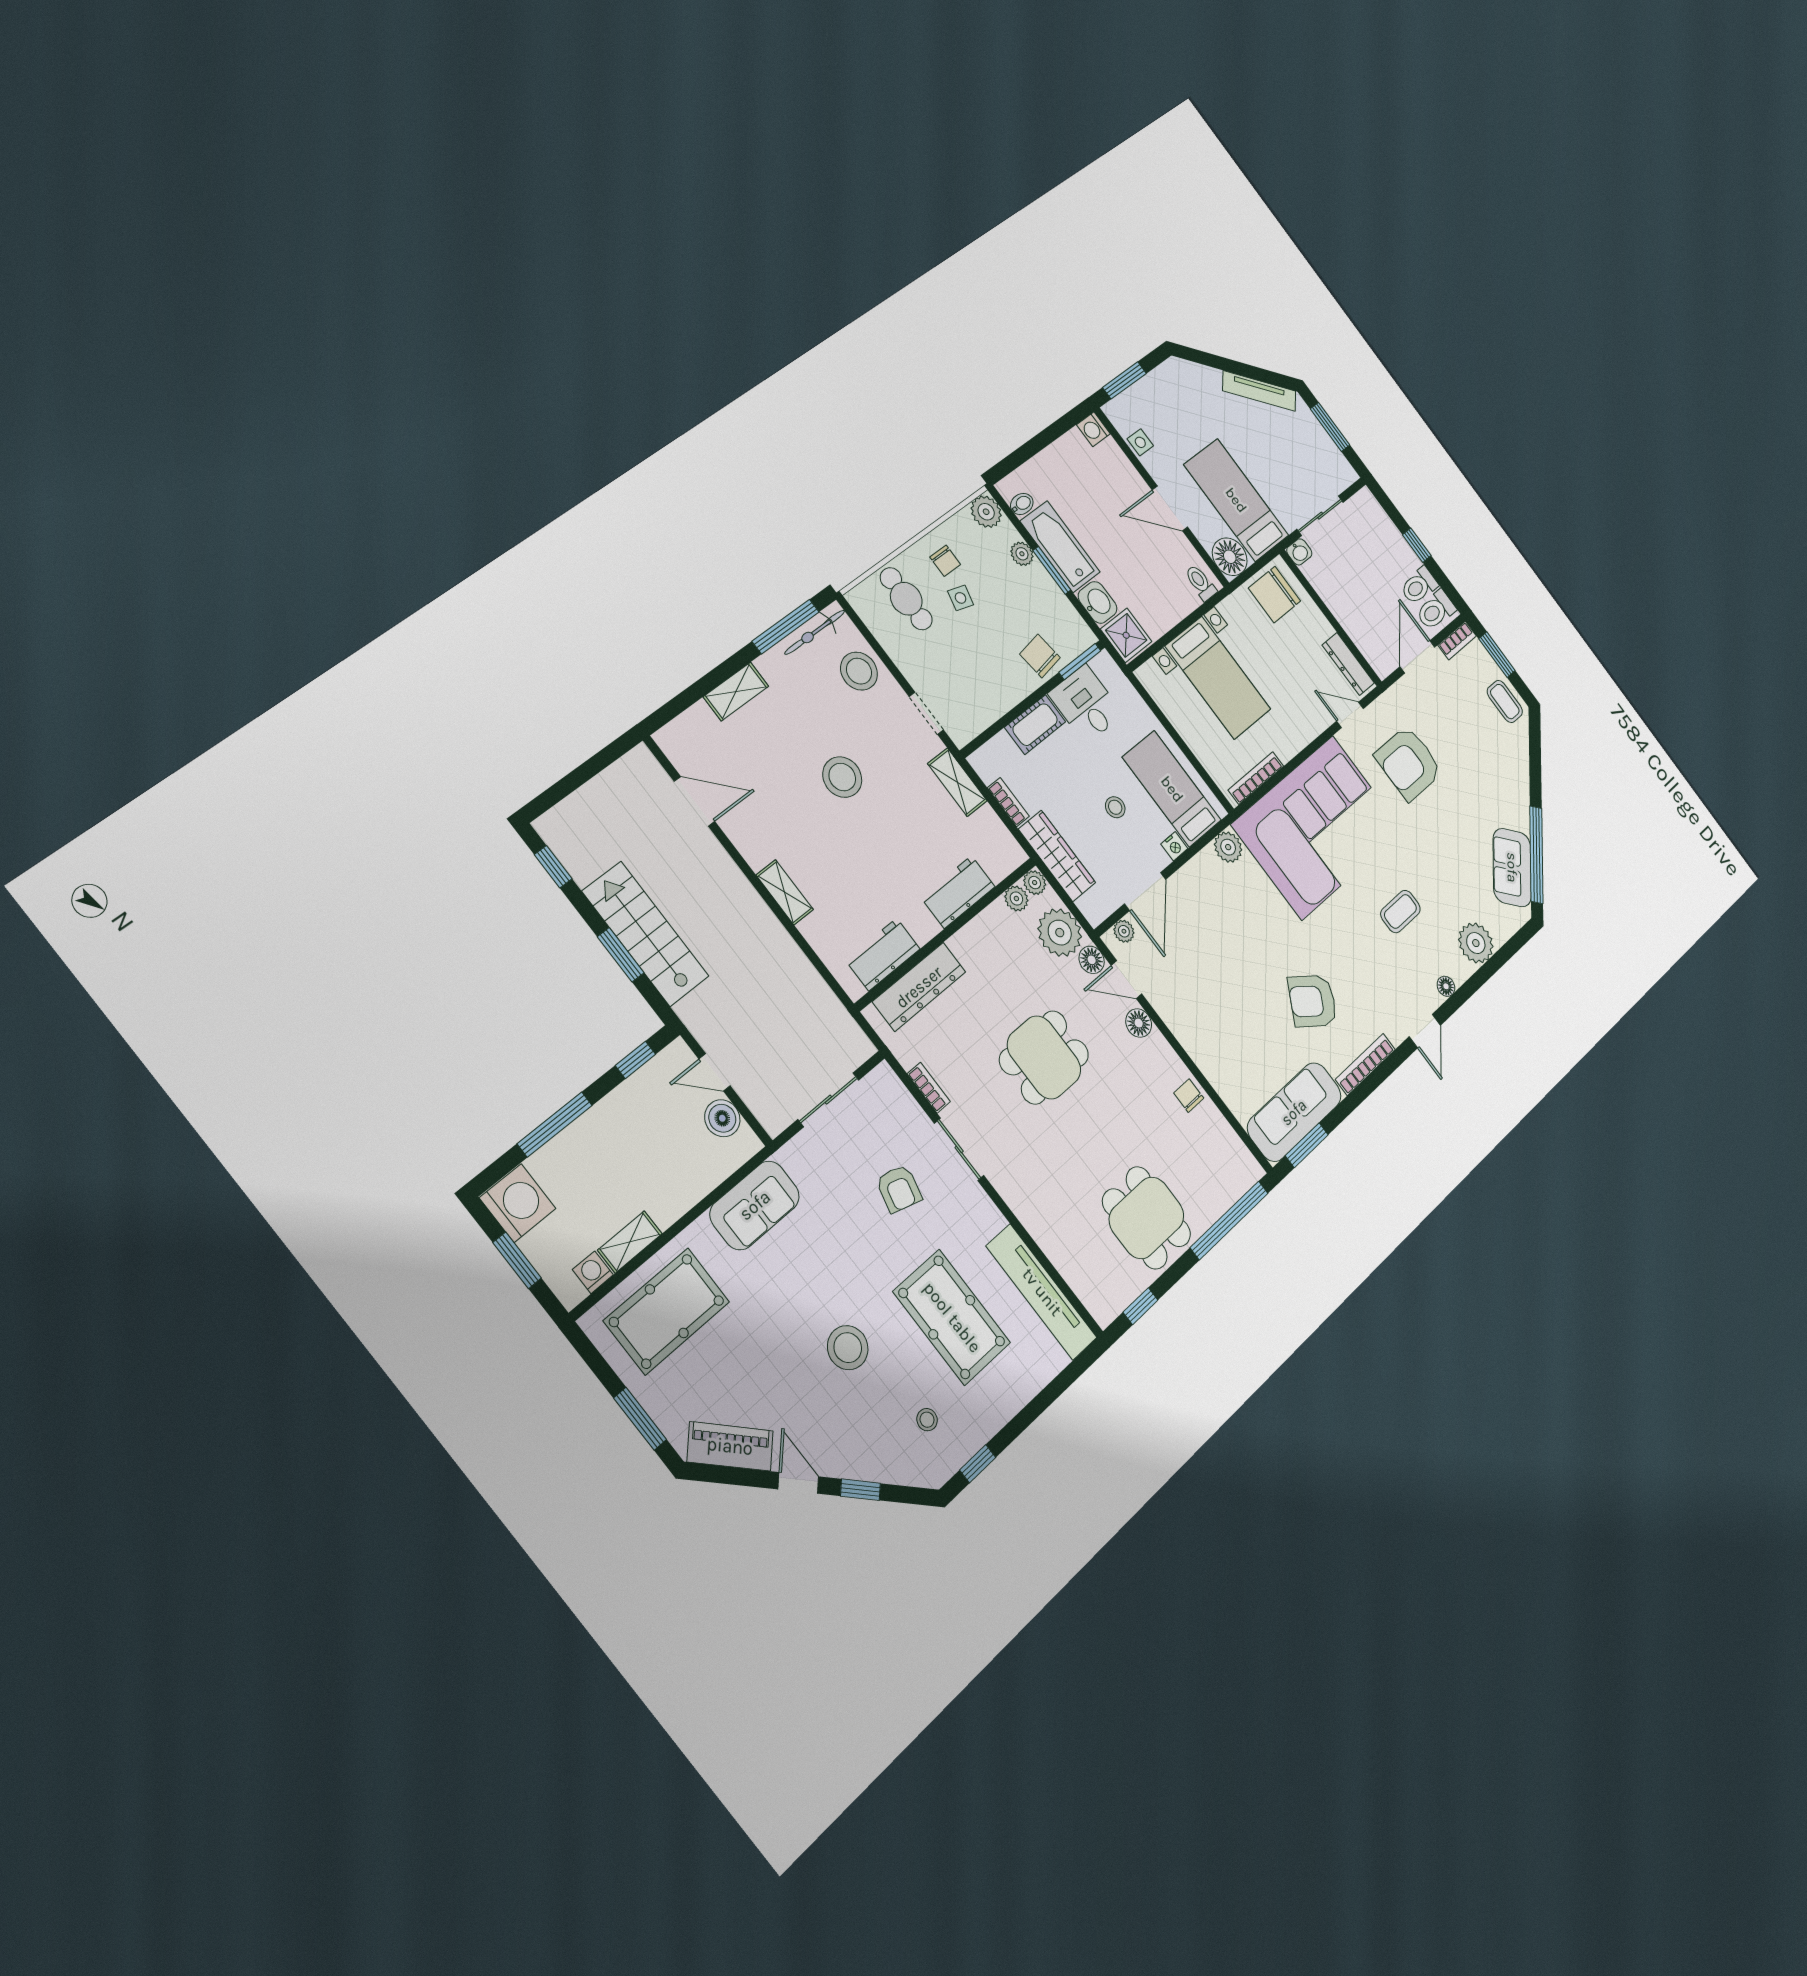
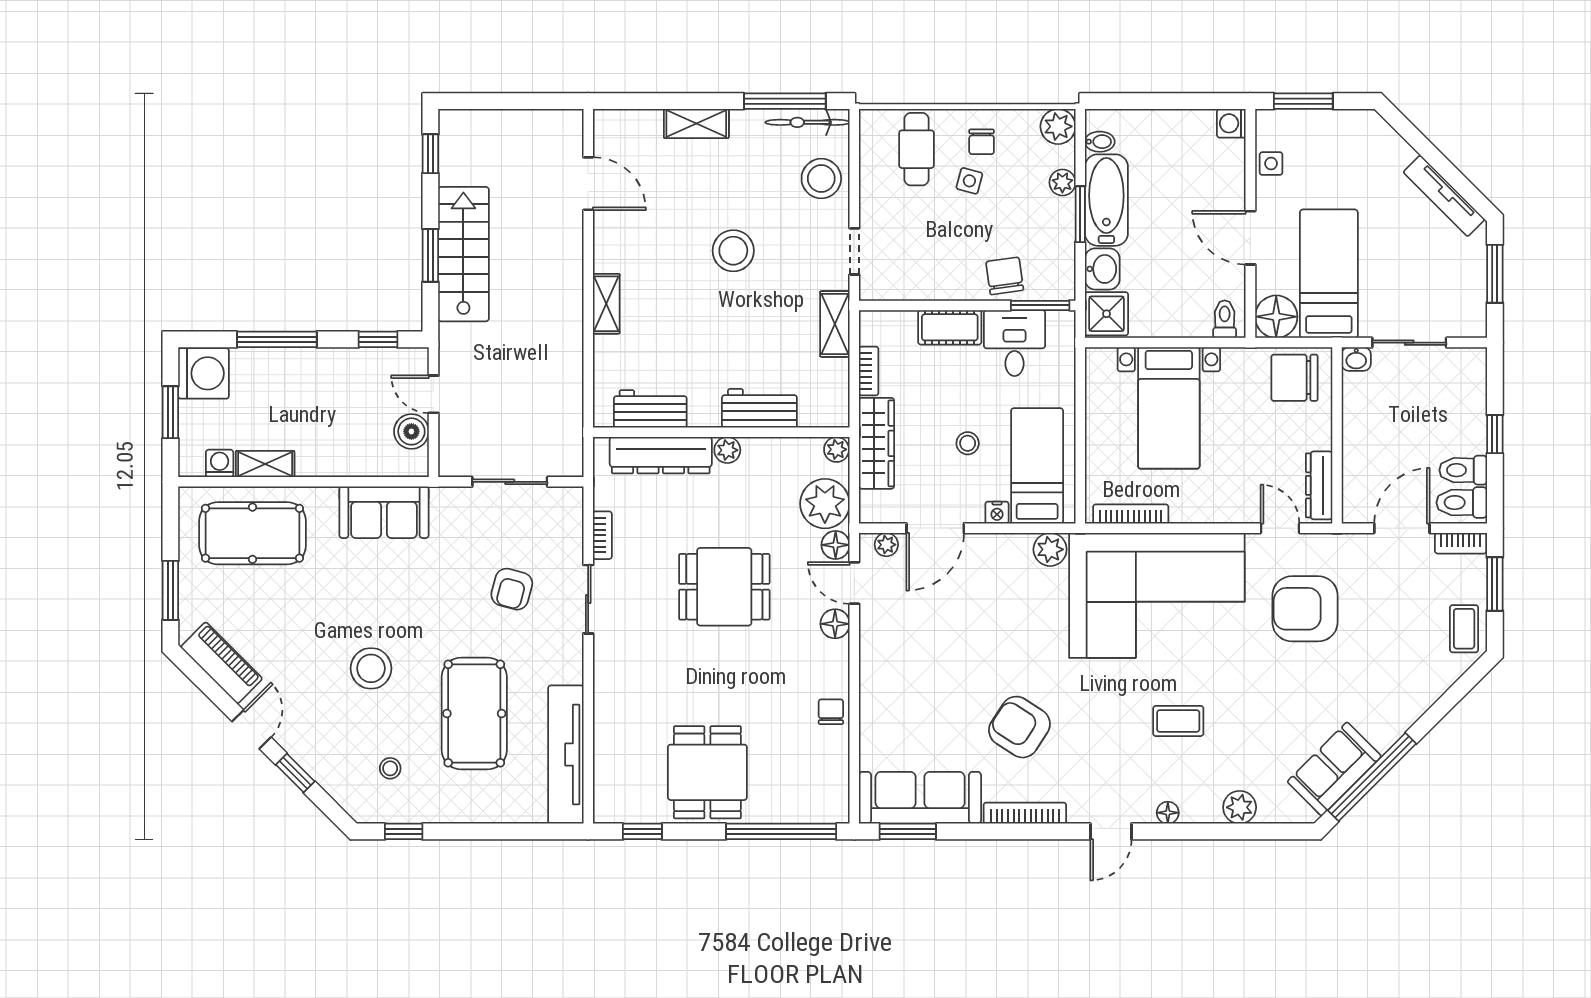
plant: (1016, 898) -> (727, 450), moved
plant: (1476, 943) -> (1240, 807), width x0.73, depth x0.73

